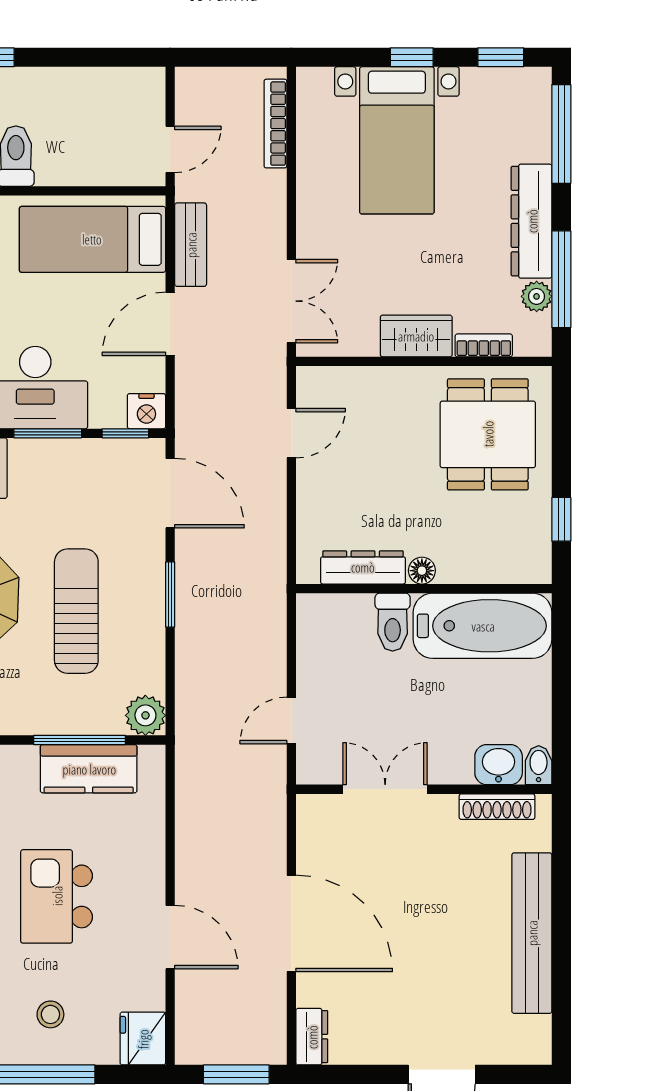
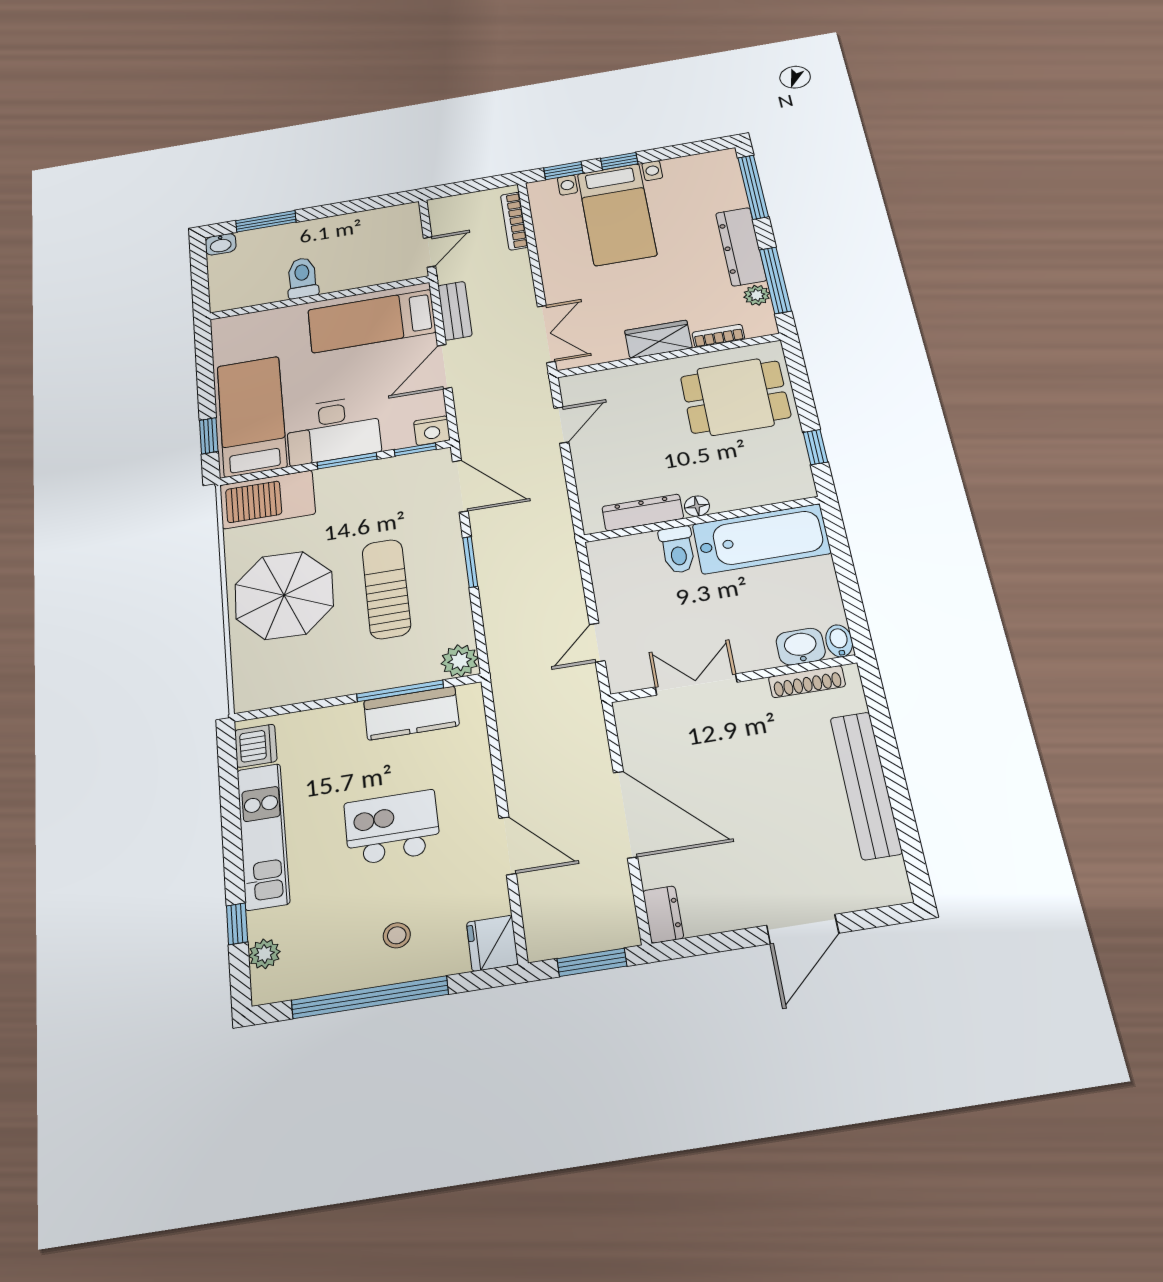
window: (501, 57) -> (563, 171), moved
dining table: (488, 434) -> (735, 397), turned 90
kitchen island: (57, 896) -> (392, 827), turned 90

